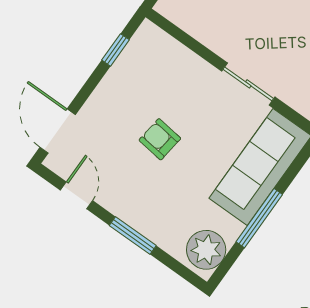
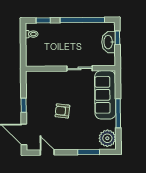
window: (115, 50) -> (24, 105), moved
window: (133, 236) -> (89, 152), moved

